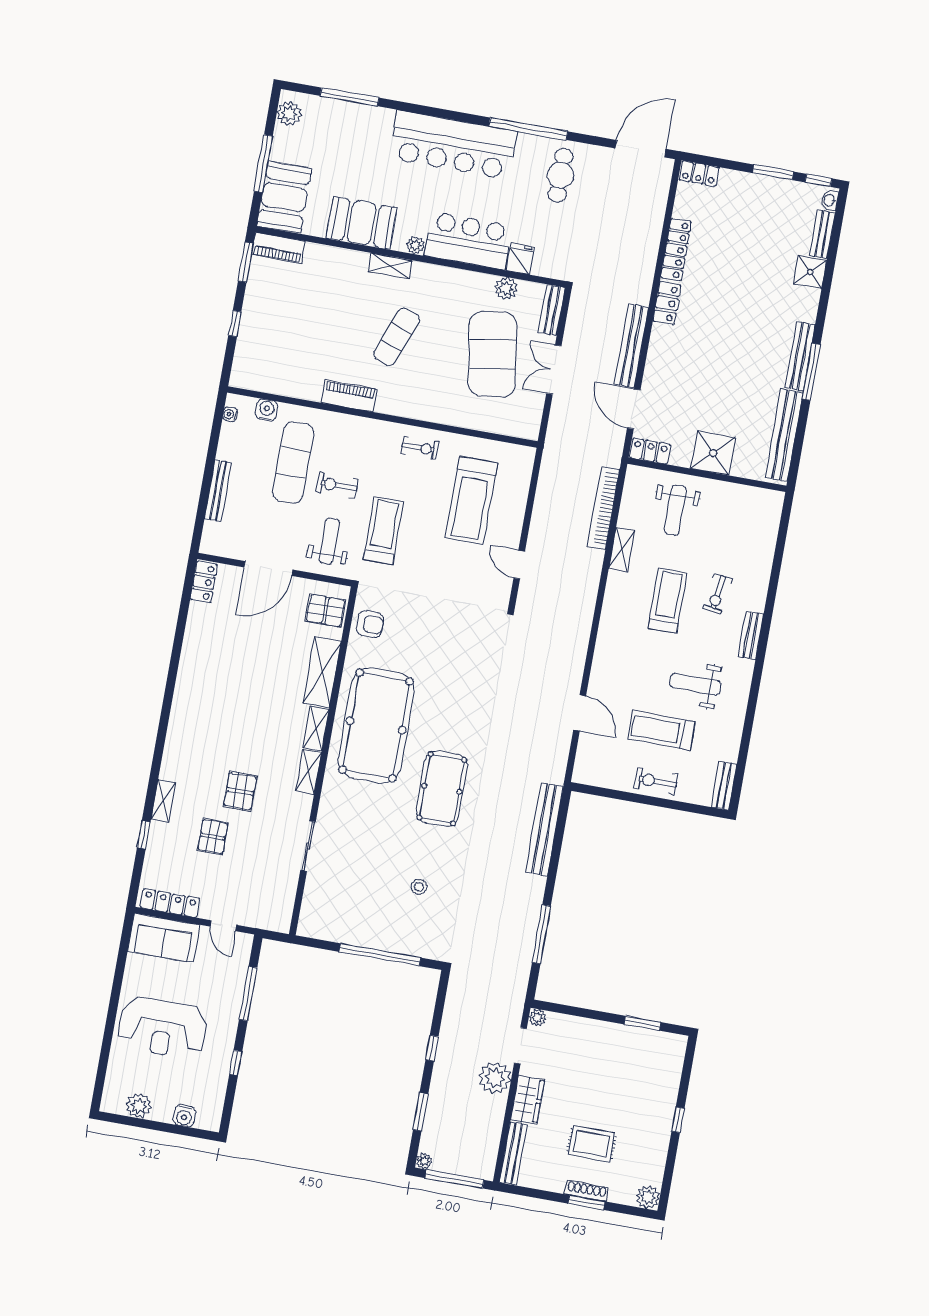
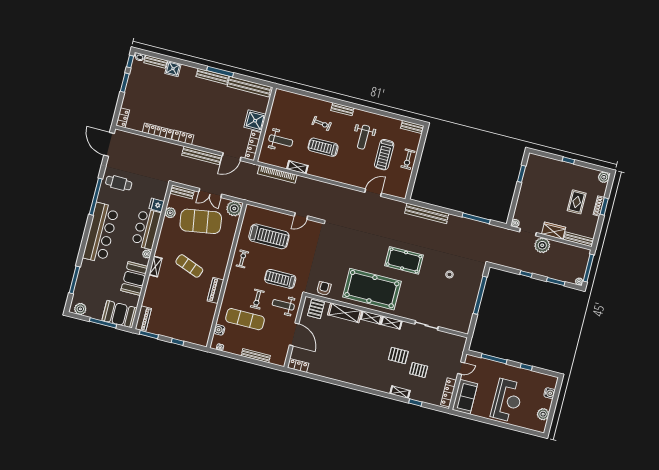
plant: (525, 423) -> (234, 208), added
locker: (650, 451) -> (253, 145), width x1.53

